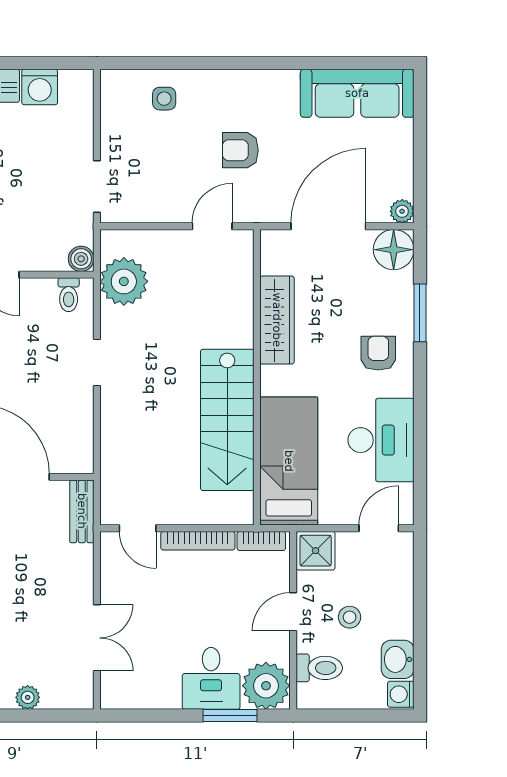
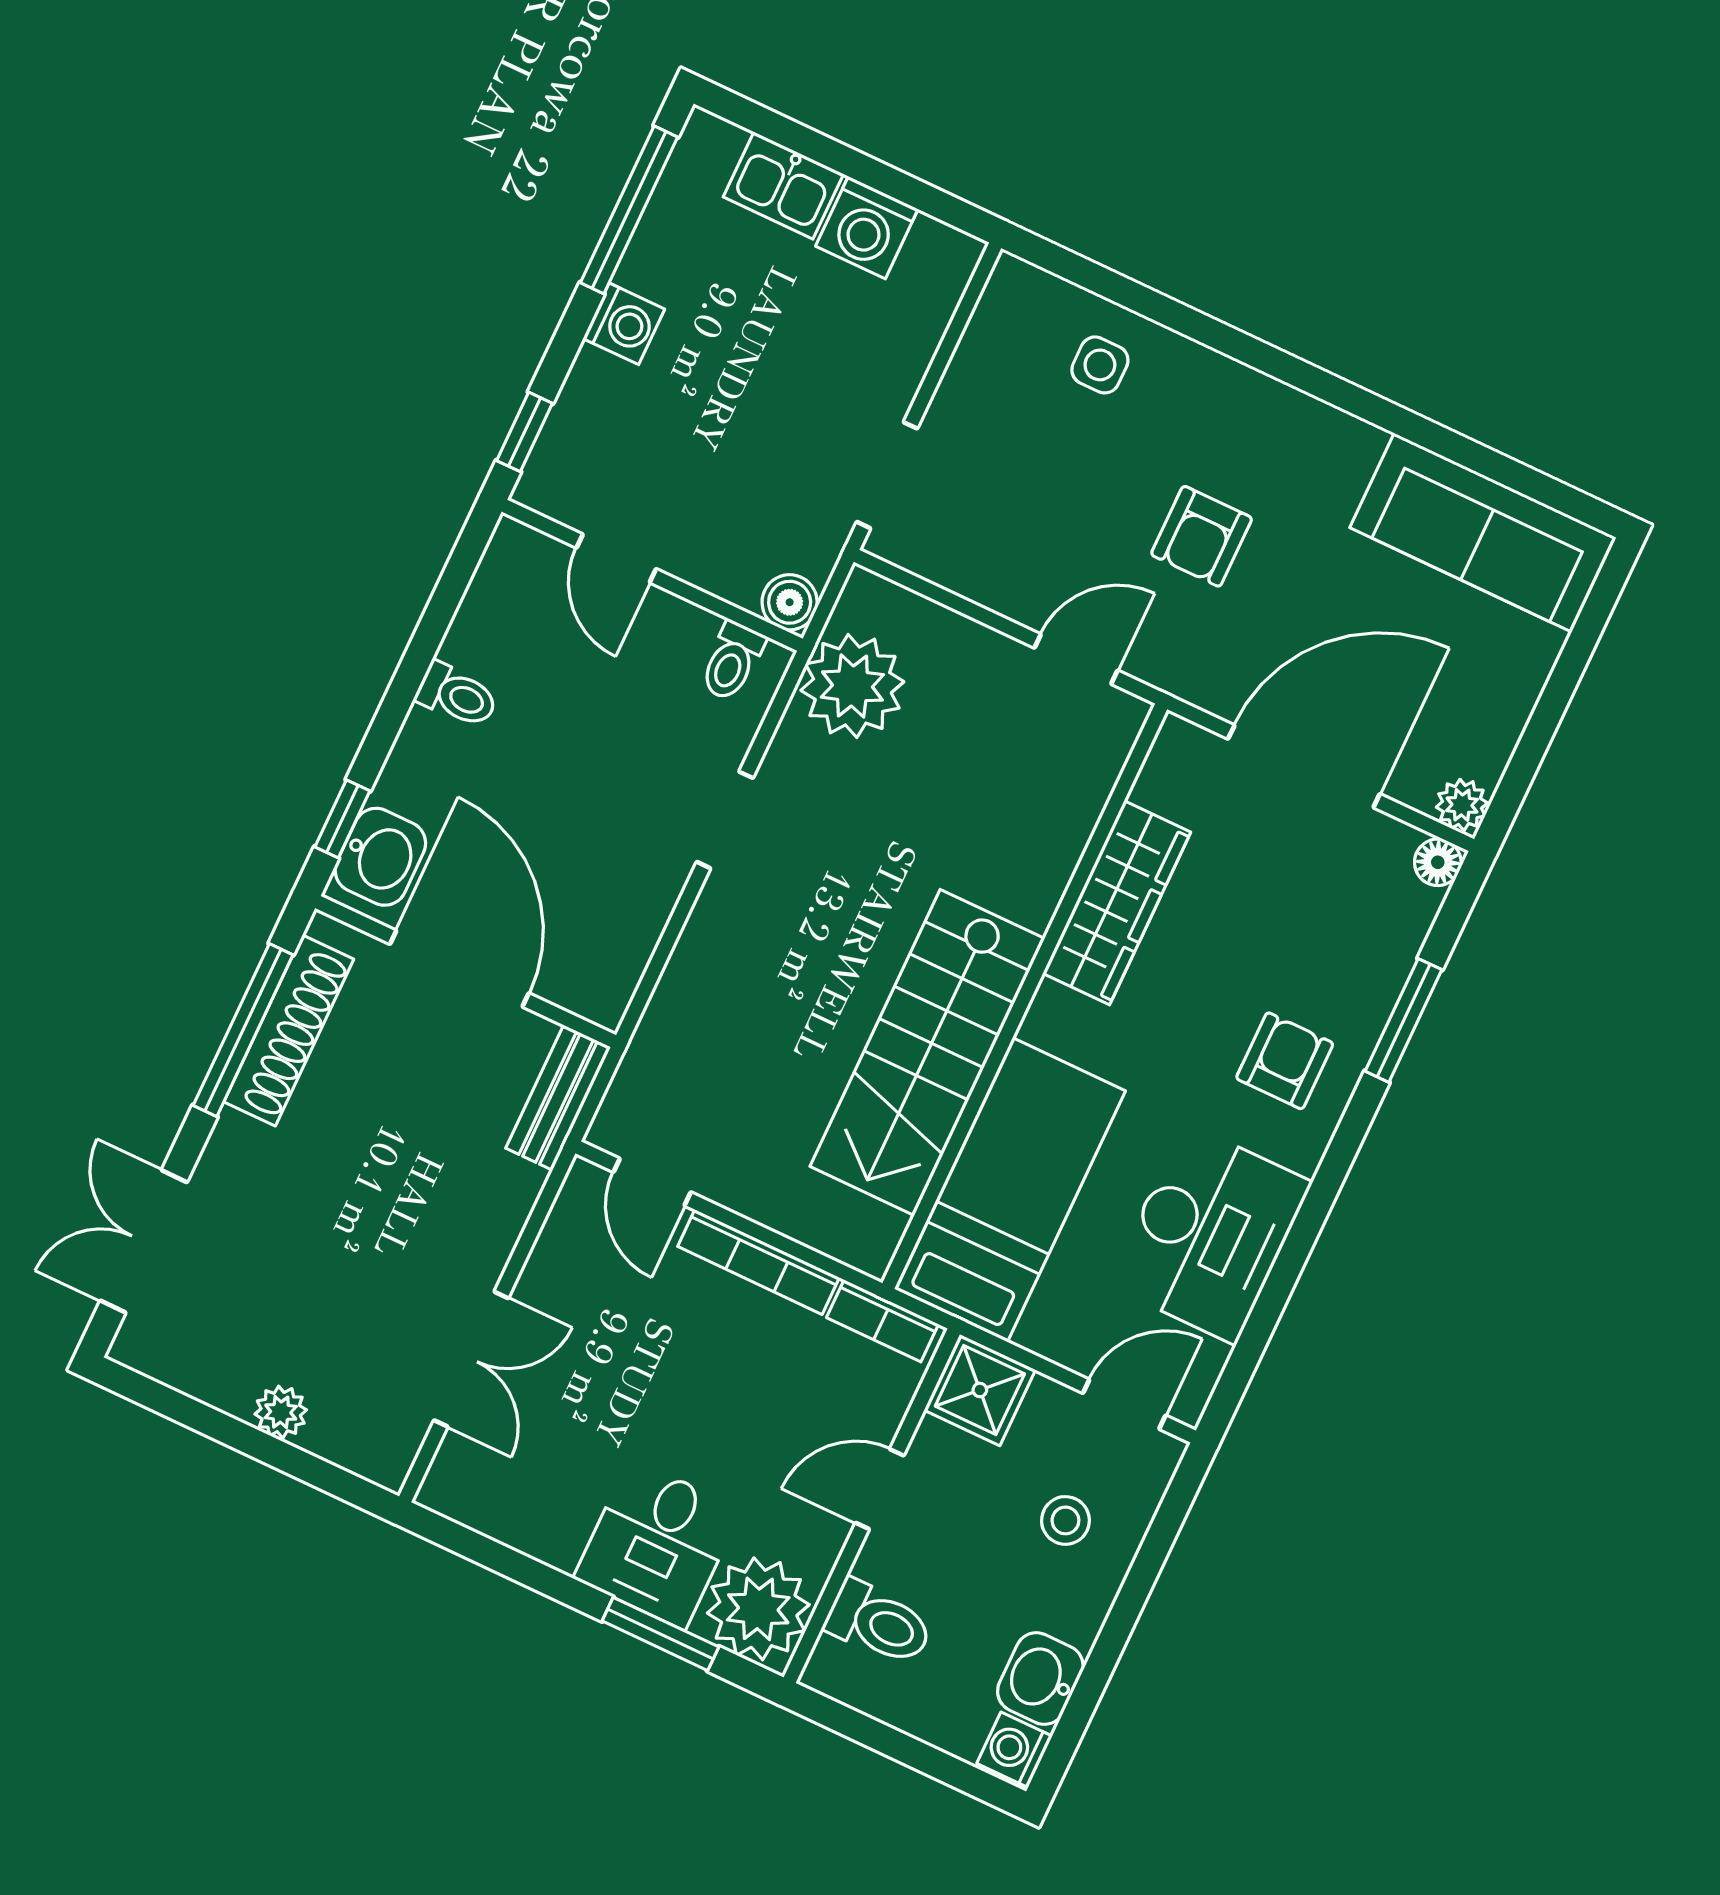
armchair: (240, 150) -> (1202, 536), turned -90
floor lamp: (394, 250) -> (1438, 862), width x0.53, depth x0.53
stool: (350, 617) -> (1065, 1520), moved

